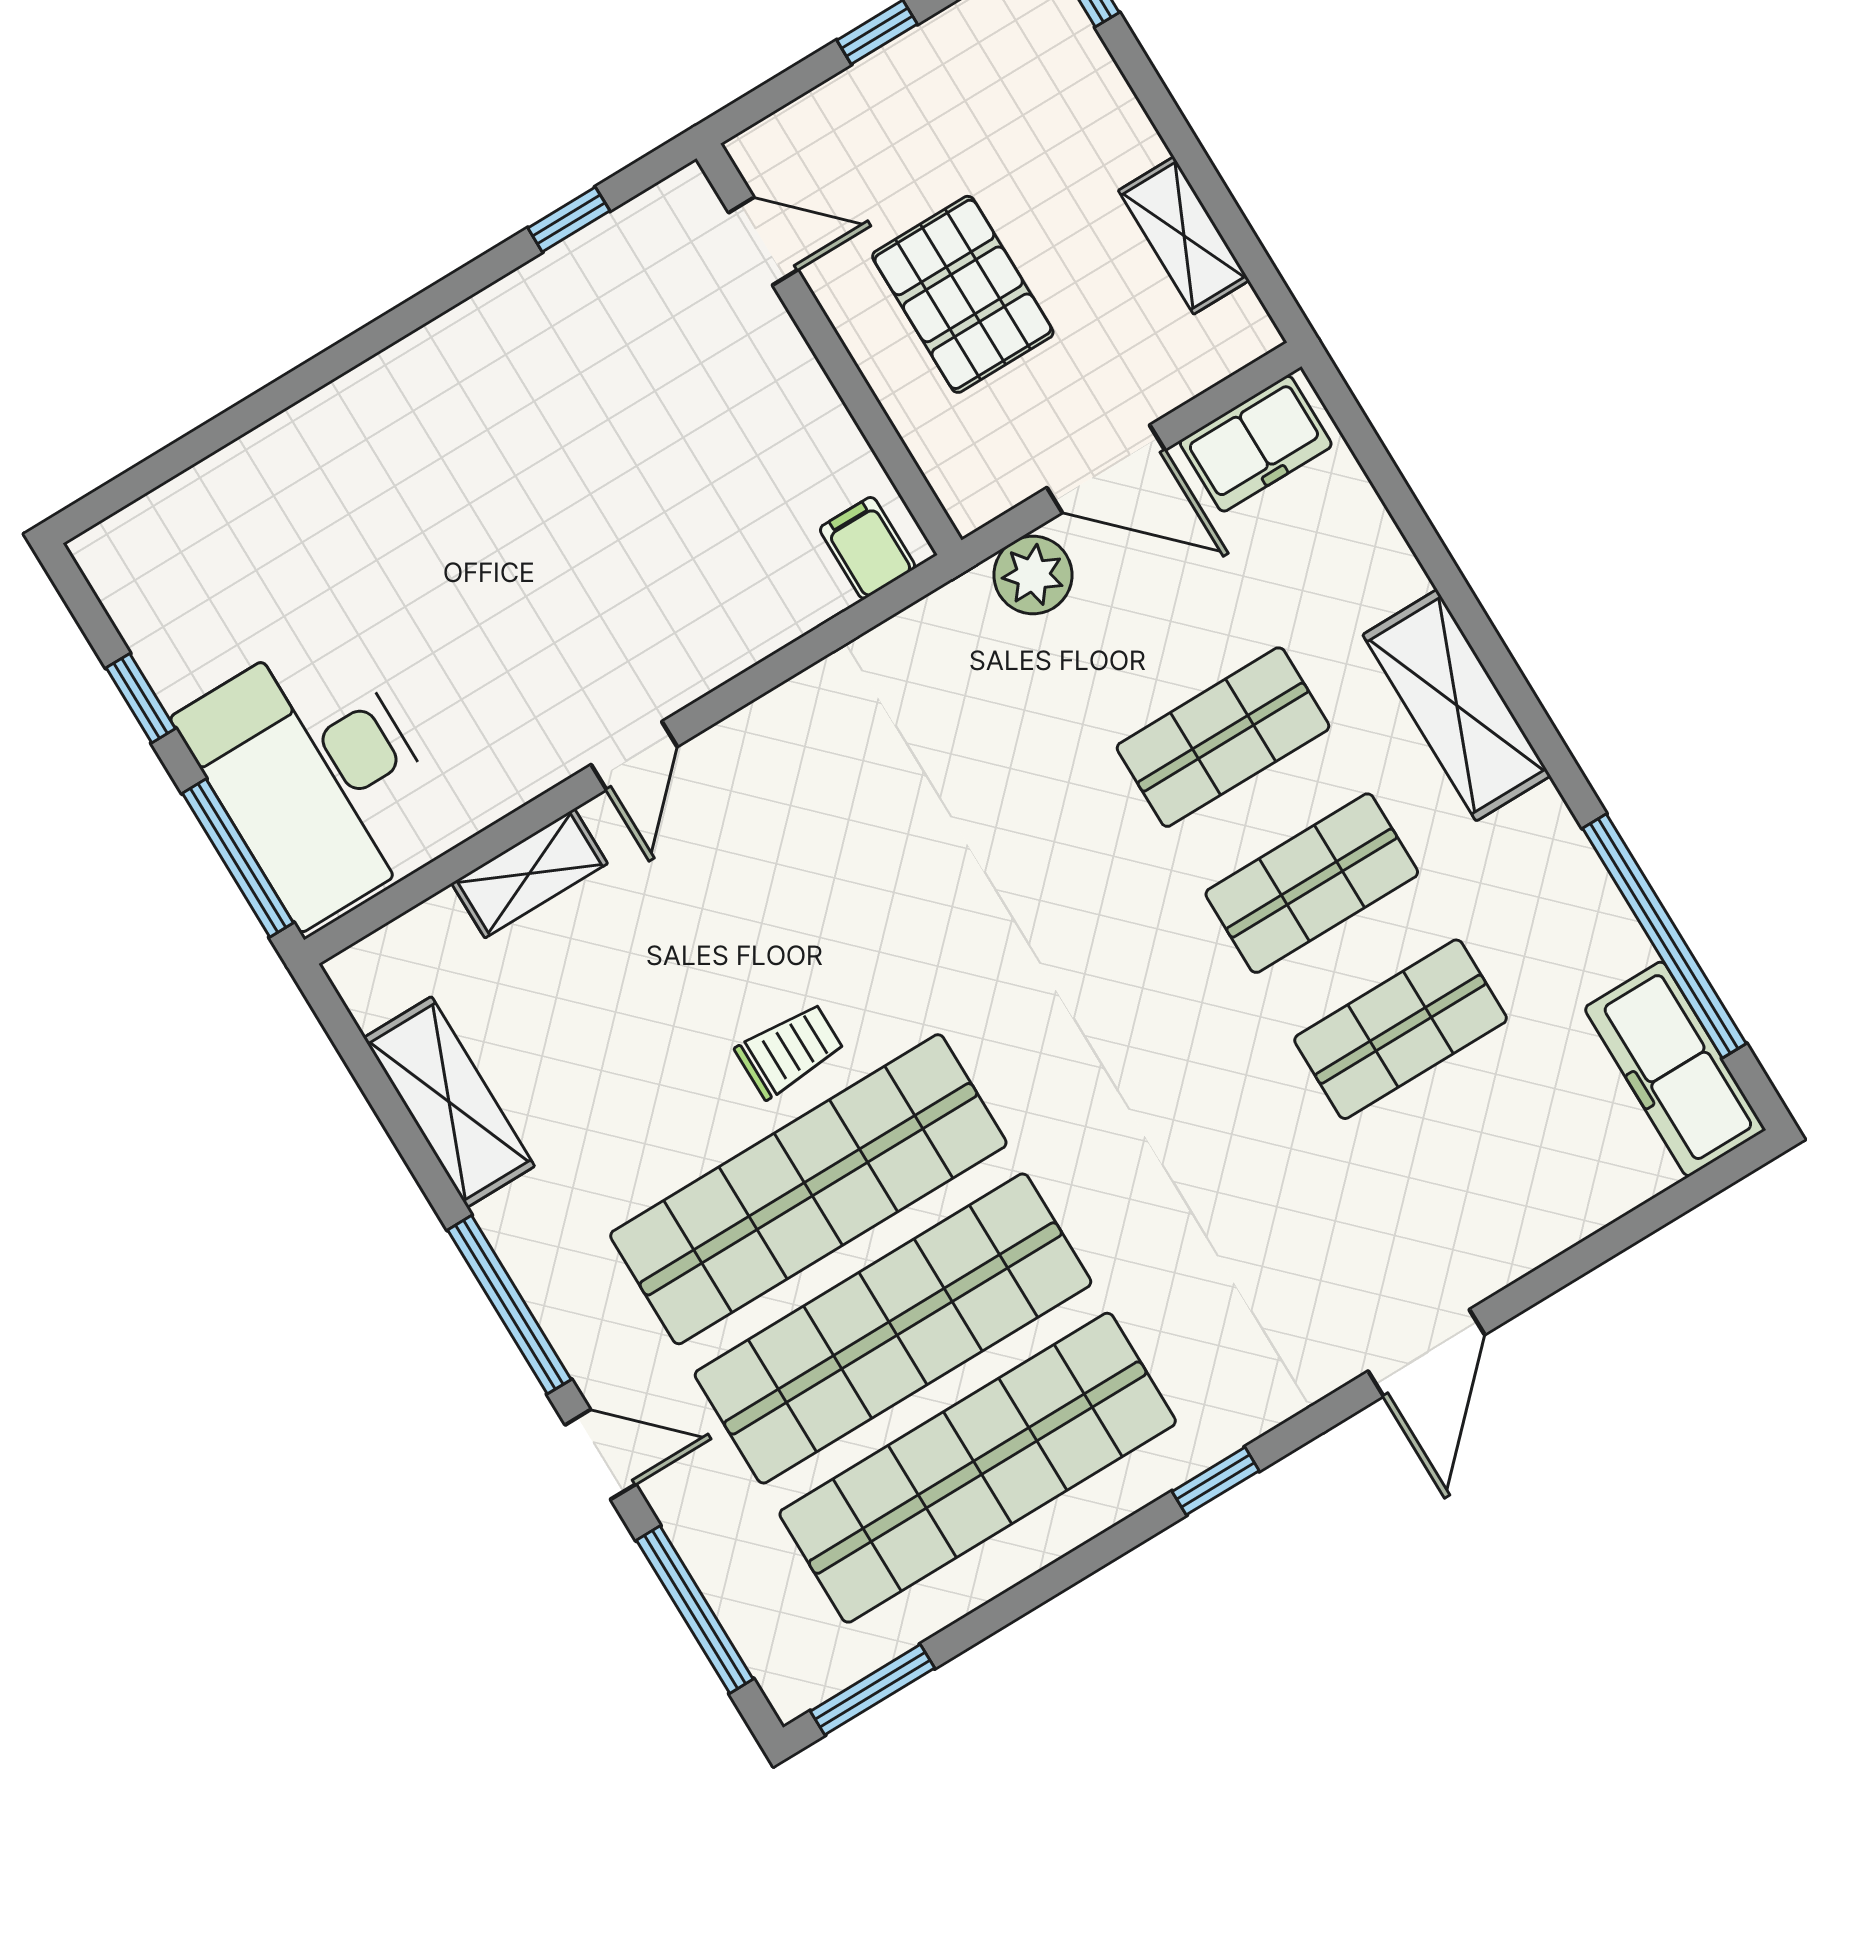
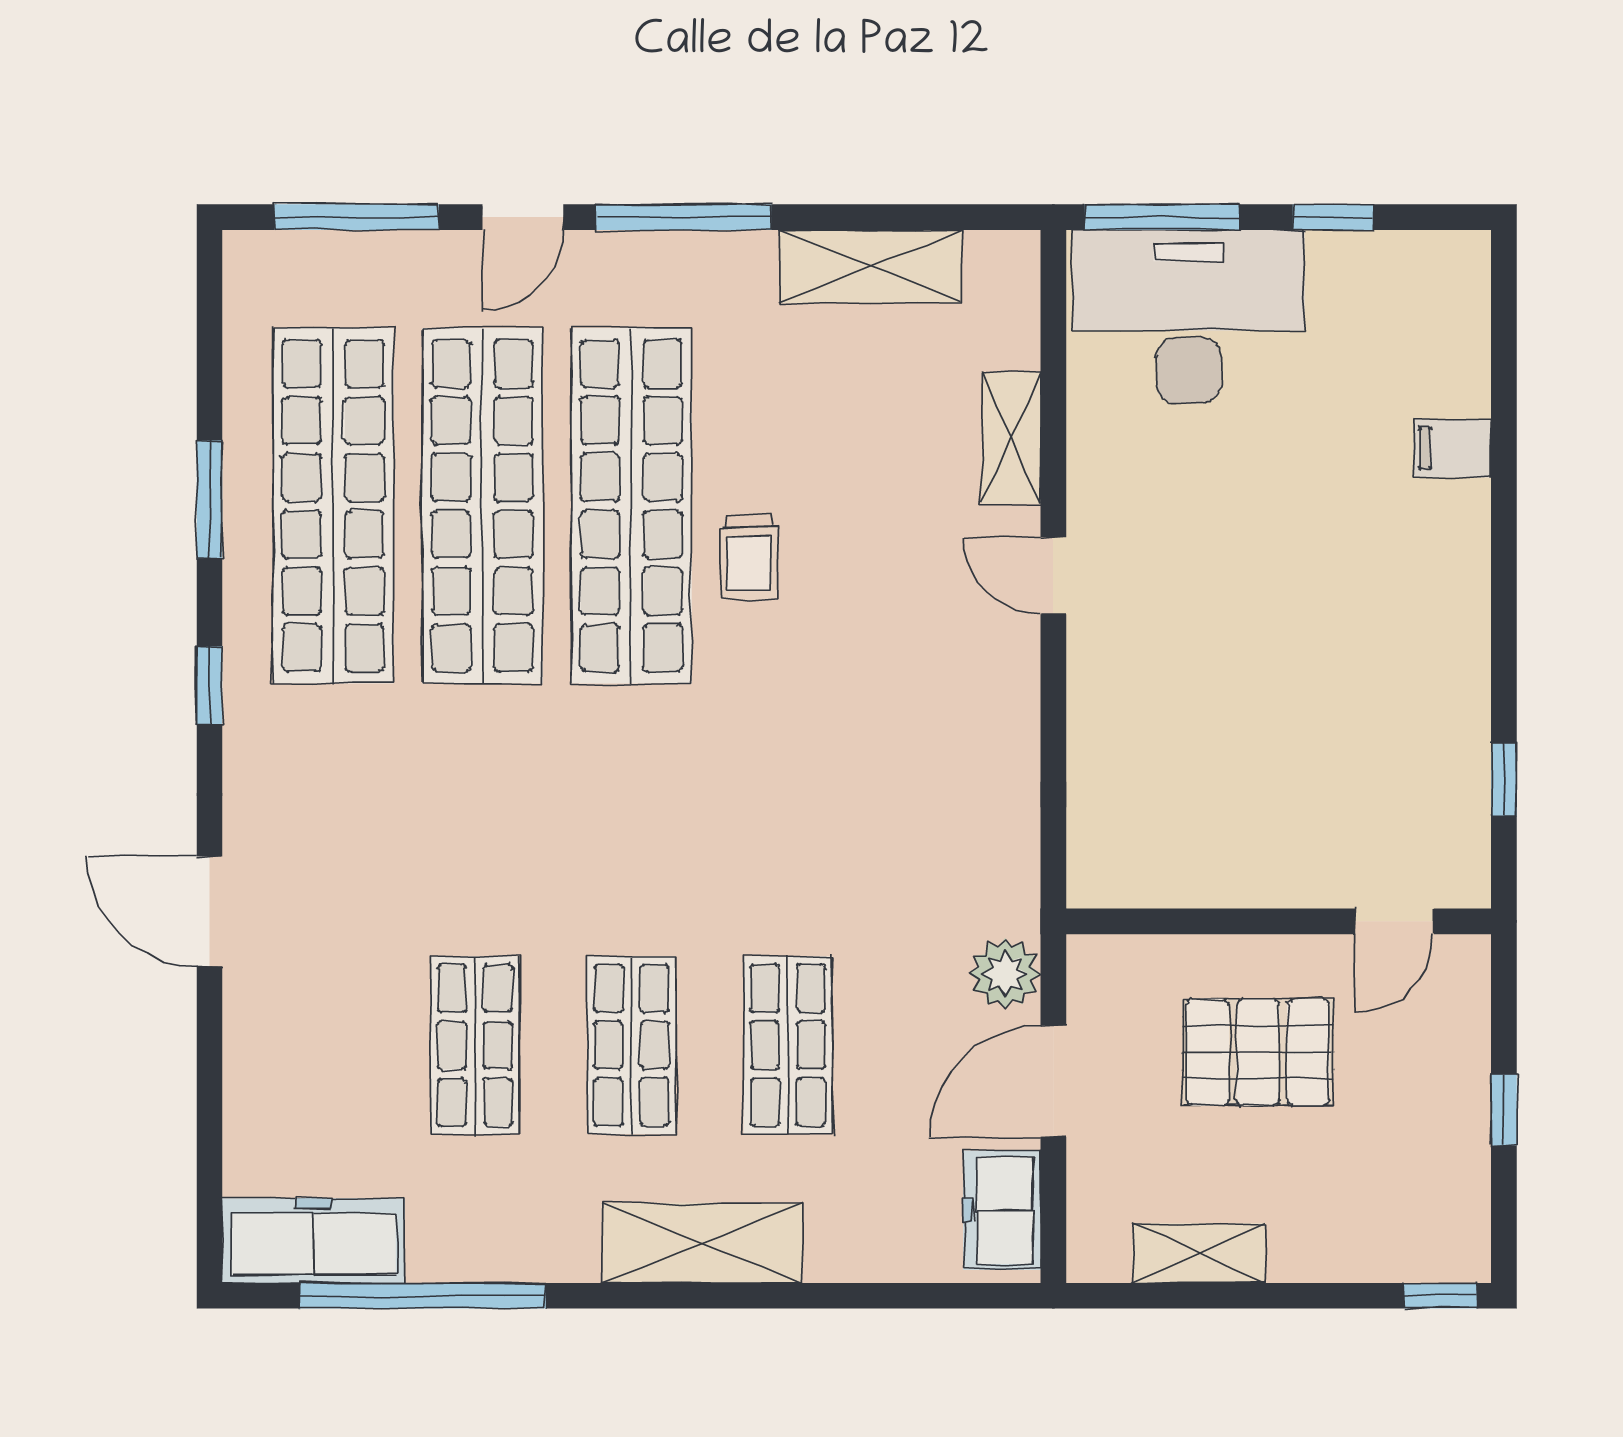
filing cabinet: (867, 548) -> (1452, 448), moved, turned 180
window: (872, 1690) -> (210, 499), moved

